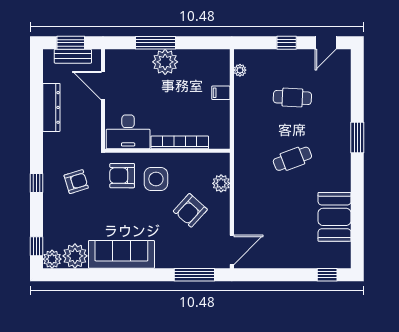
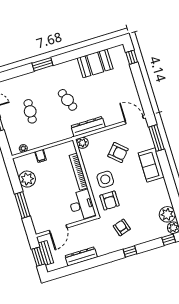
plant: (165, 62) -> (27, 179), moved
dresser: (243, 177) -> (88, 127), added
plant: (221, 183) -> (82, 143), moved
sofa: (121, 254) -> (151, 165), moved, width x0.73

